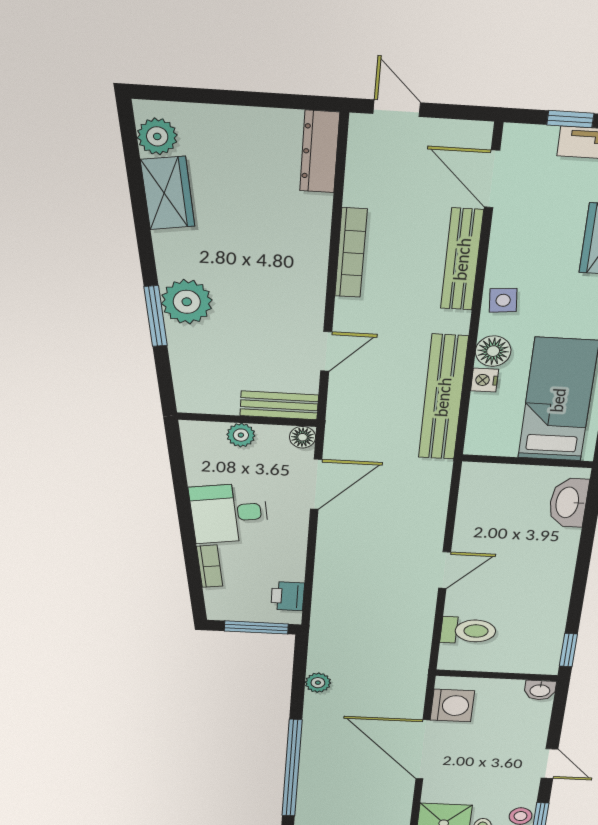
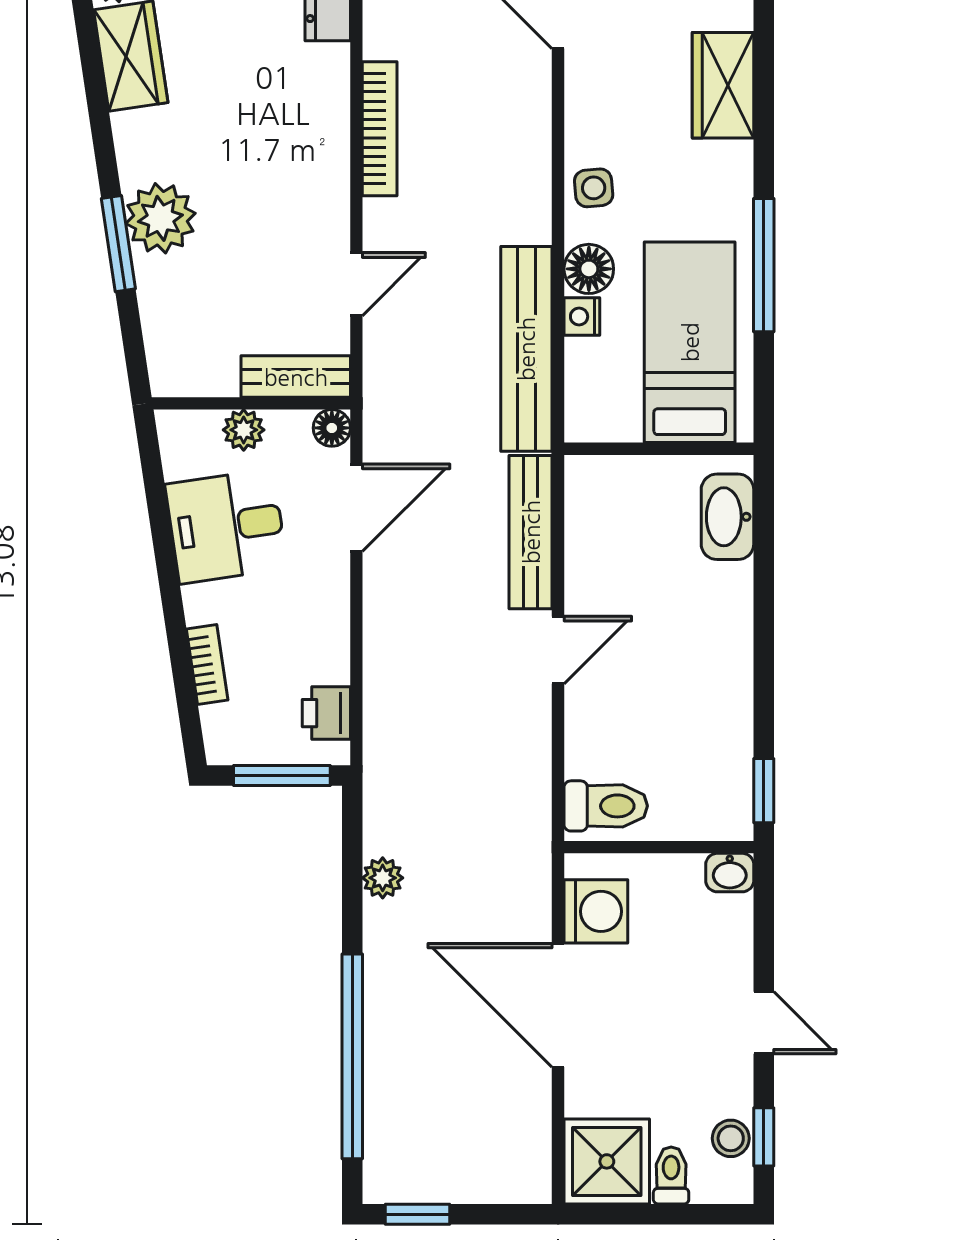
bench: (462, 259) -> (531, 532), moved
desk: (229, 513) -> (226, 526), moved
toilet: (468, 631) -> (606, 806), moved

